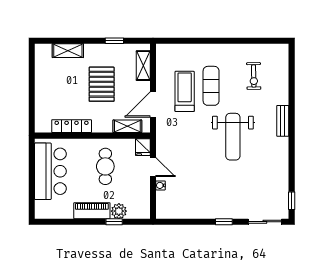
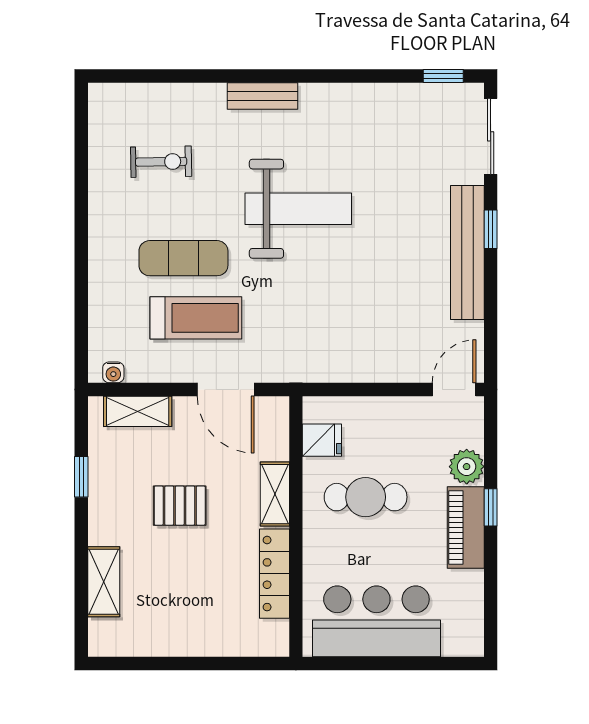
pallet: (102, 84) -> (180, 506), width x0.67, depth x0.71
treadmill: (185, 91) -> (196, 318), turned 180
shelving: (127, 126) -> (275, 494), moved
fridge: (143, 147) -> (322, 440), moved
door: (153, 167) -> (454, 389), moved
water cooler: (161, 185) -> (113, 372), moved
bench: (214, 211) -> (467, 253), added
window: (114, 222) -> (491, 507), moved

